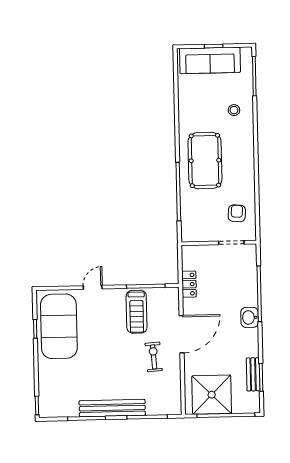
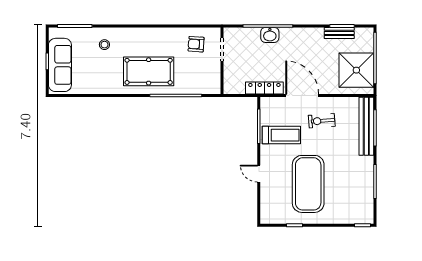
locker: (189, 284) -> (264, 88), width x1.53
washbasin: (250, 317) -> (270, 35), moved
exercise mat: (59, 326) -> (308, 184), moved, turned 90
bench: (112, 408) -> (366, 126), moved

